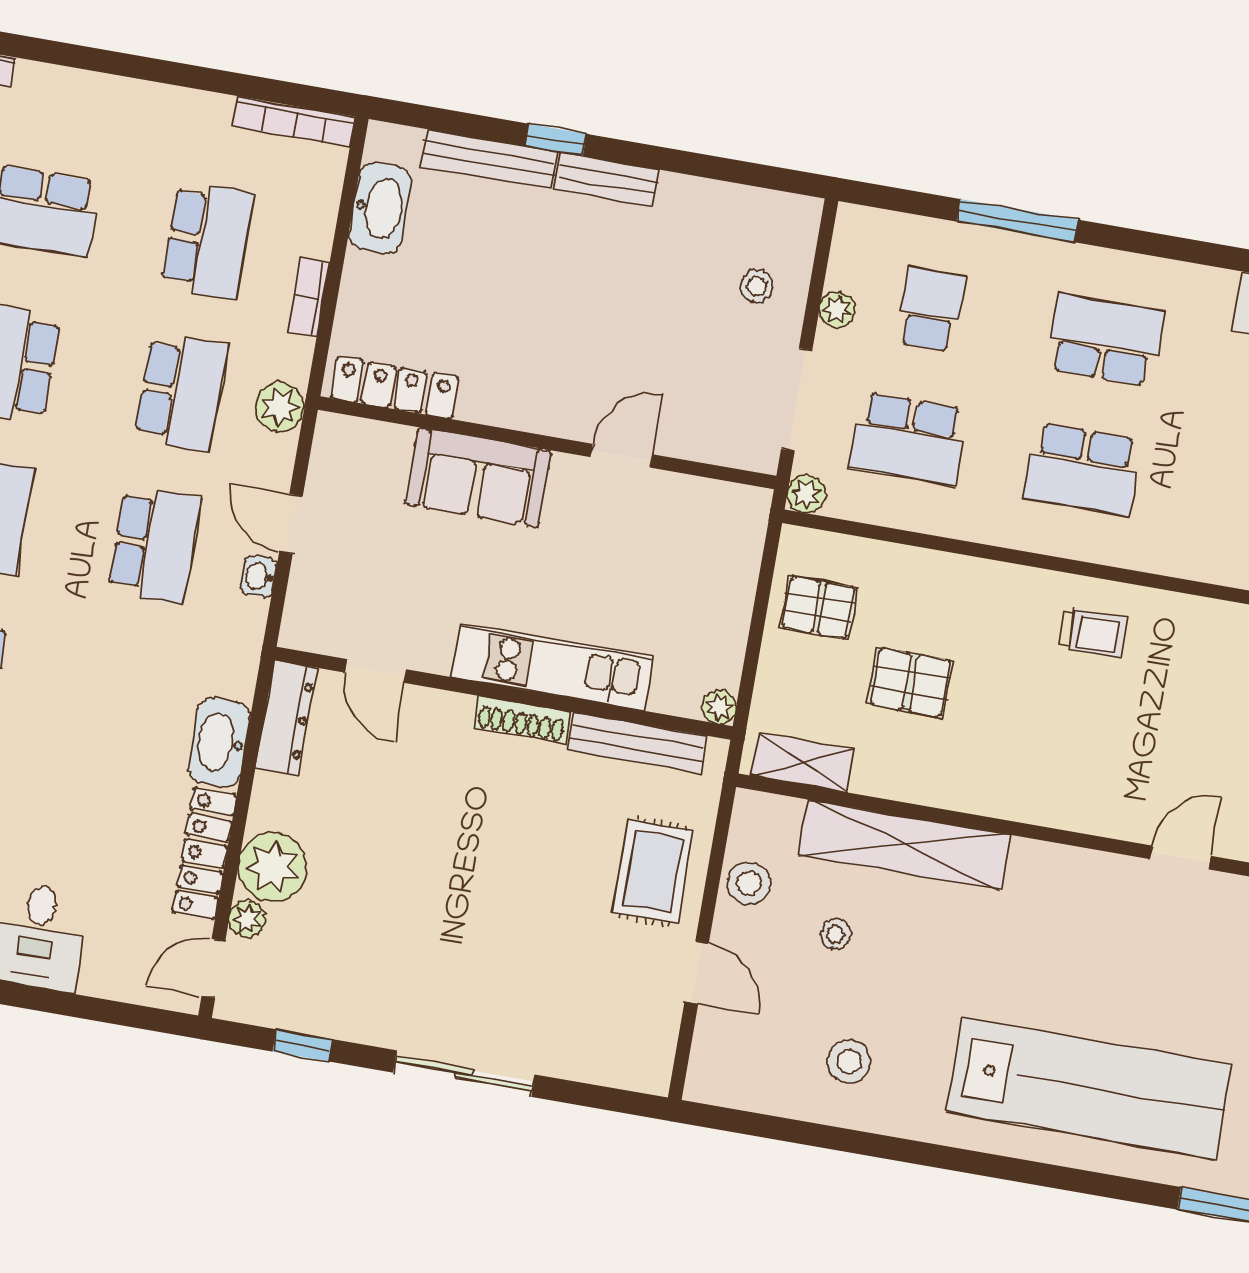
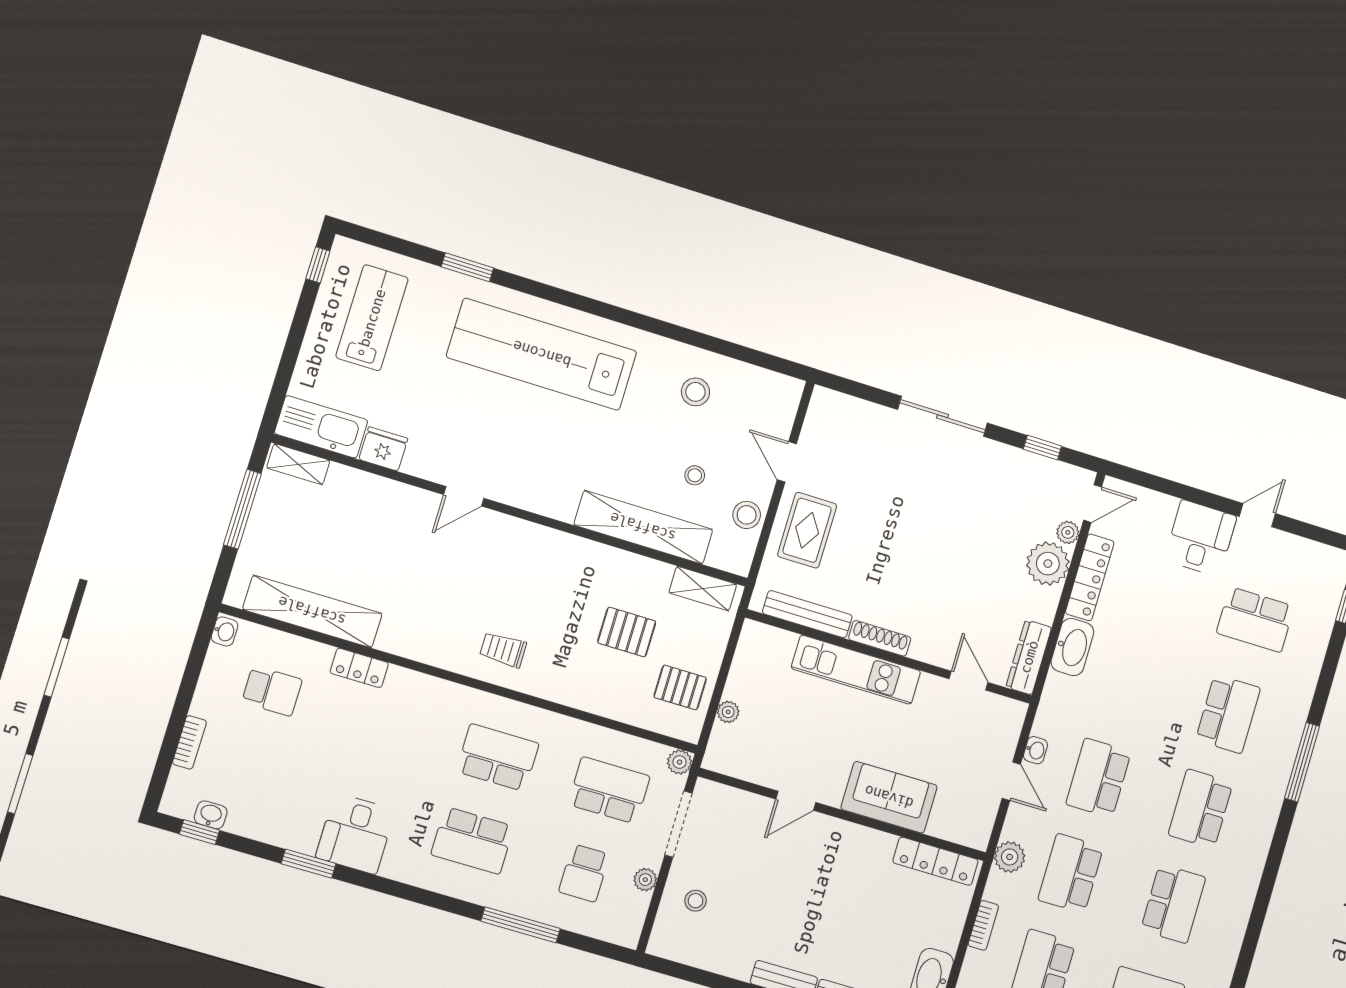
plant: (719, 707) -> (728, 712), moved

